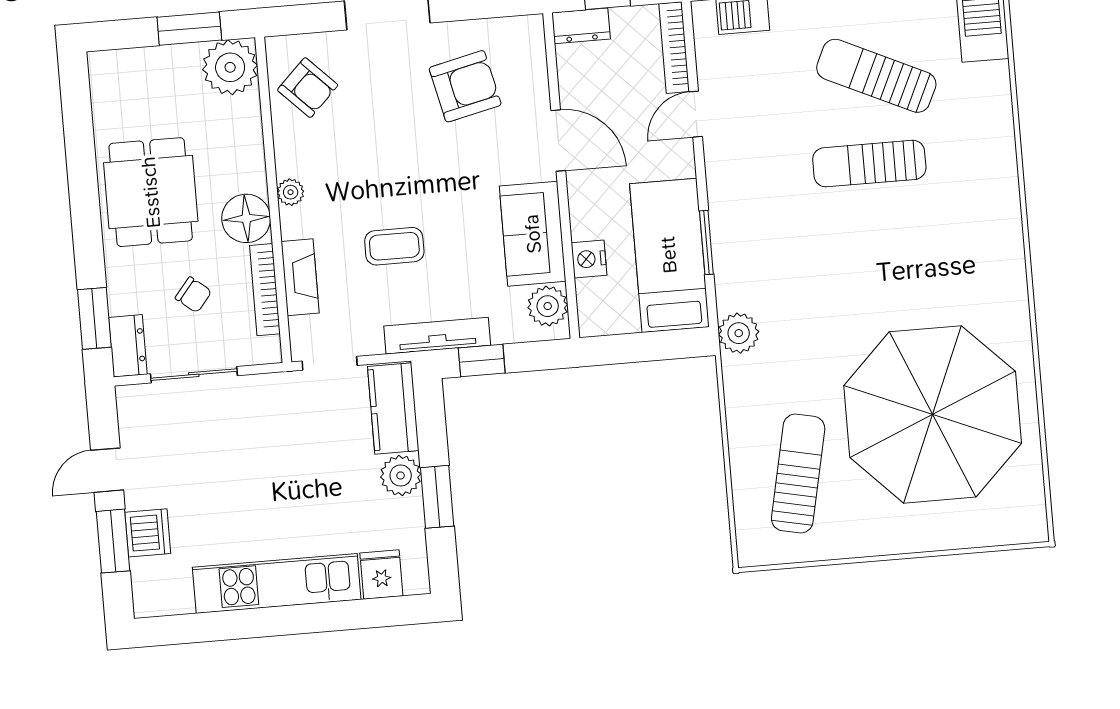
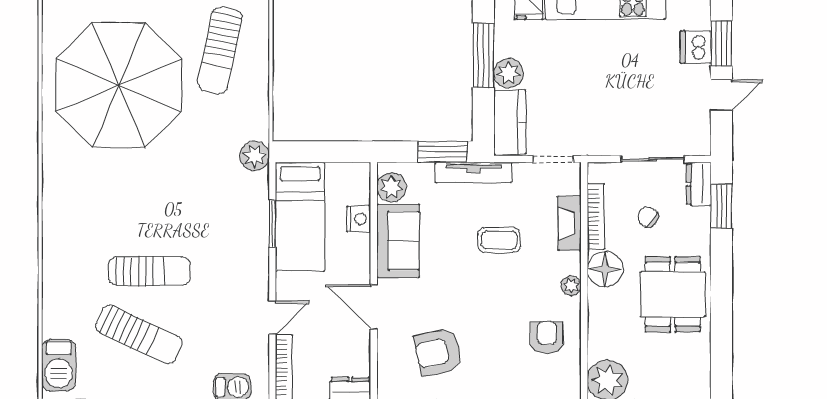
armchair: (308, 88) -> (547, 338), moved, turned 45
window: (482, 361) -> (443, 152), width x1.50
window: (437, 497) -> (483, 56), width x1.44

